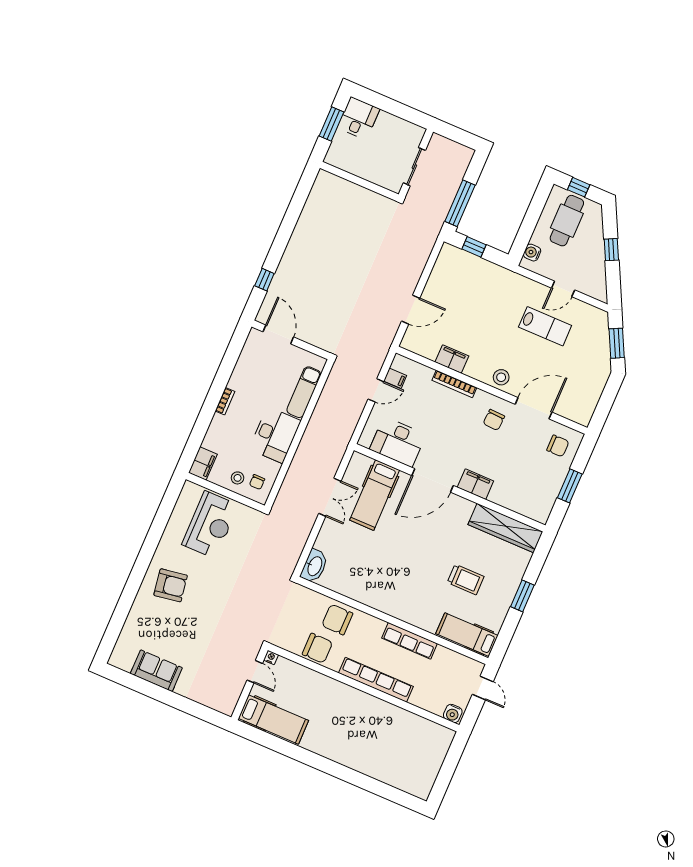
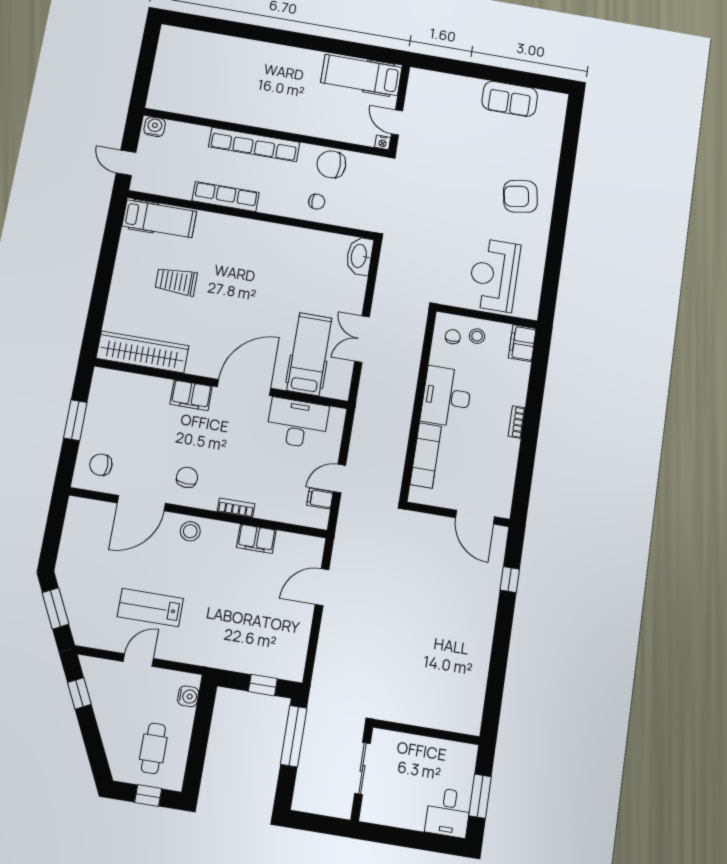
cafe table: (567, 221) -> (153, 748), width x0.73, depth x0.74
window: (611, 250) -> (79, 693), moved
bookcase: (454, 384) -> (236, 508), width x0.64
window: (522, 596) -> (103, 278), removed
chair: (337, 619) -> (317, 202), width x0.54, depth x0.54

